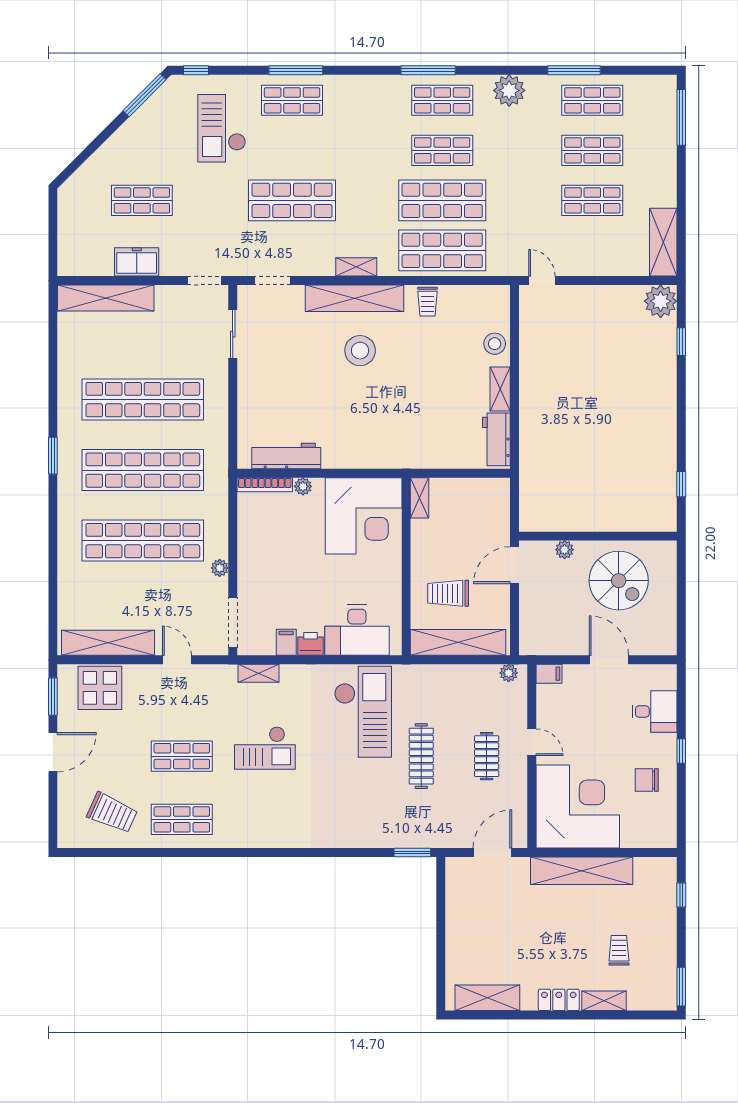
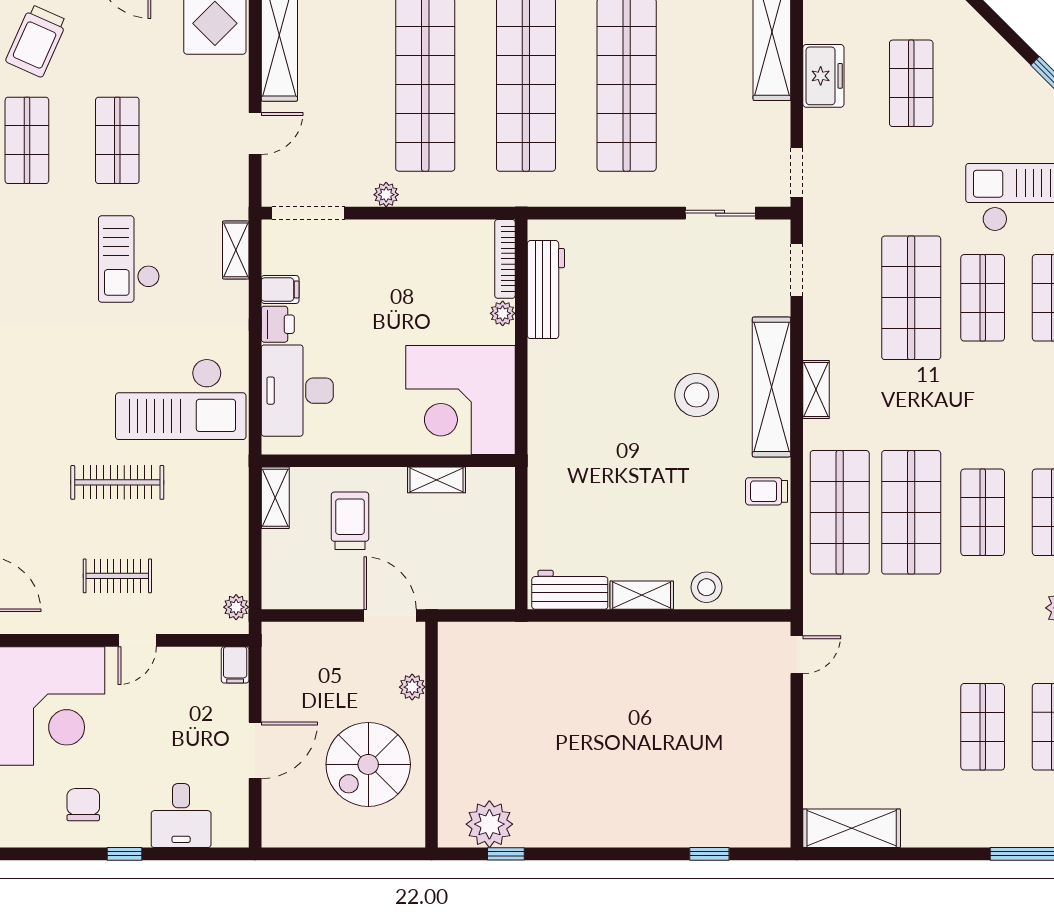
shop shelf: (592, 200) -> (983, 298), moved
plant: (661, 301) -> (489, 824), moved
shelving: (420, 498) -> (437, 480), moved
shelving: (458, 642) -> (275, 498), width x0.45, depth x0.75

